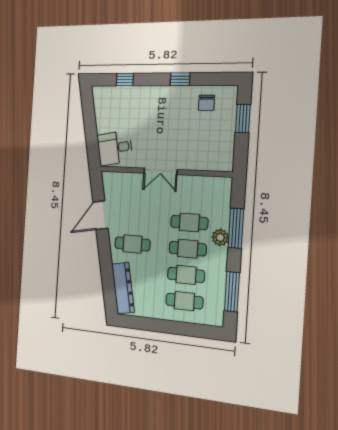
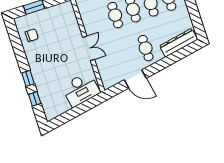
window: (180, 79) -> (28, 78), moved
desk: (115, 148) -> (81, 89), width x1.37

